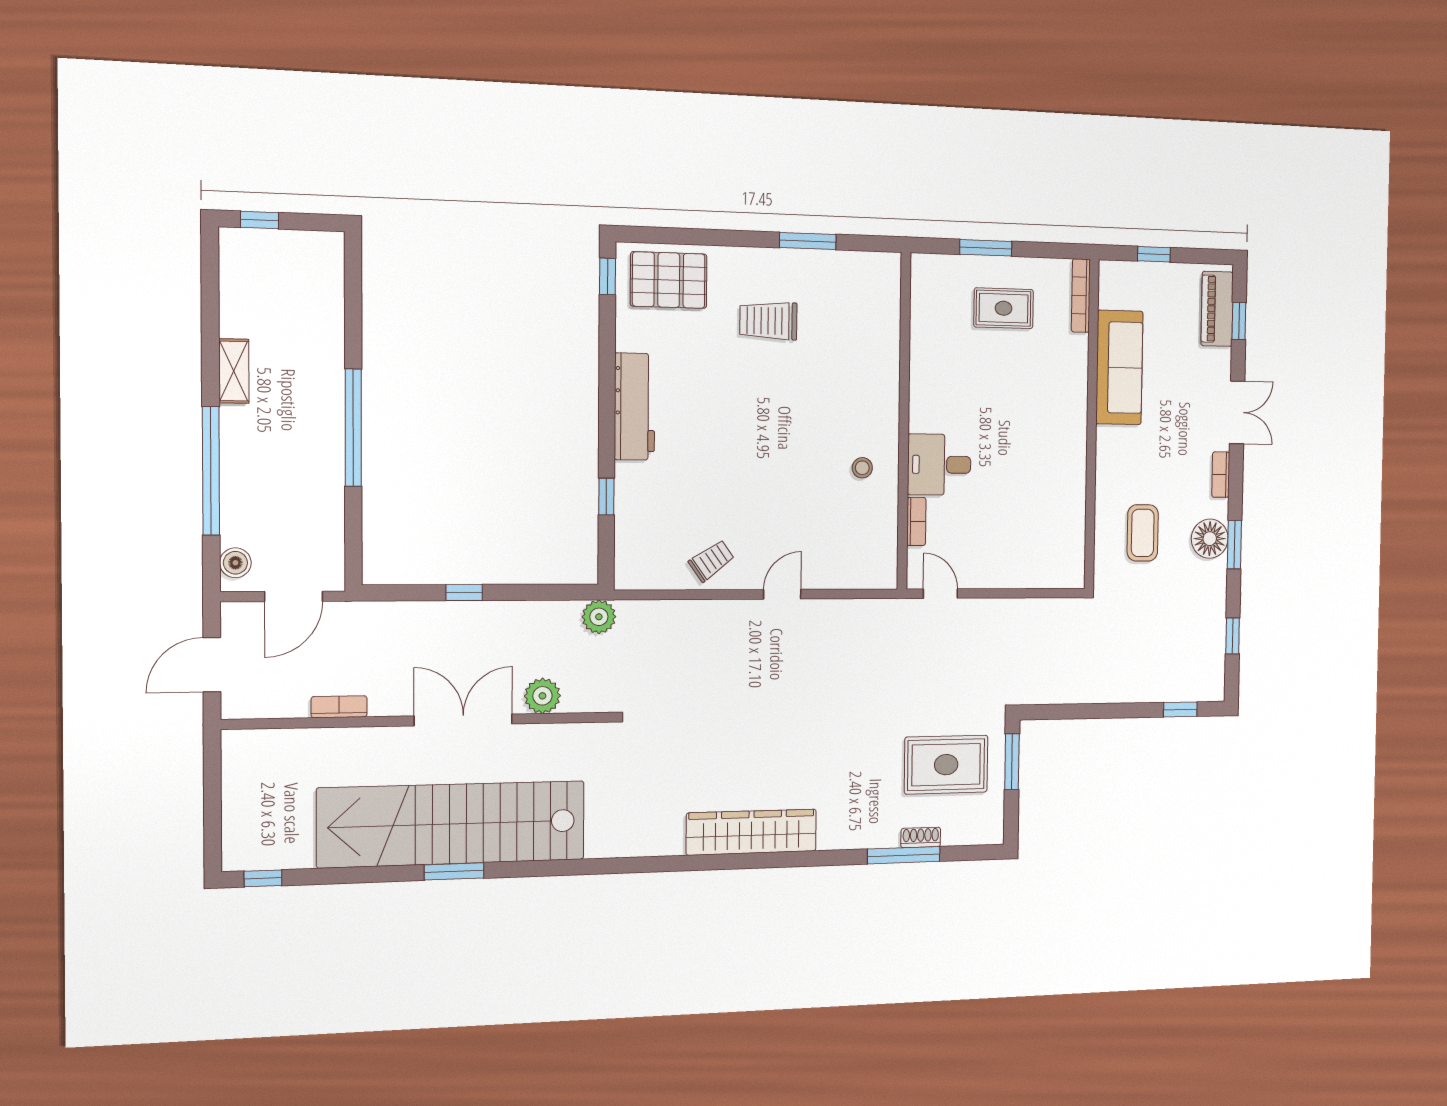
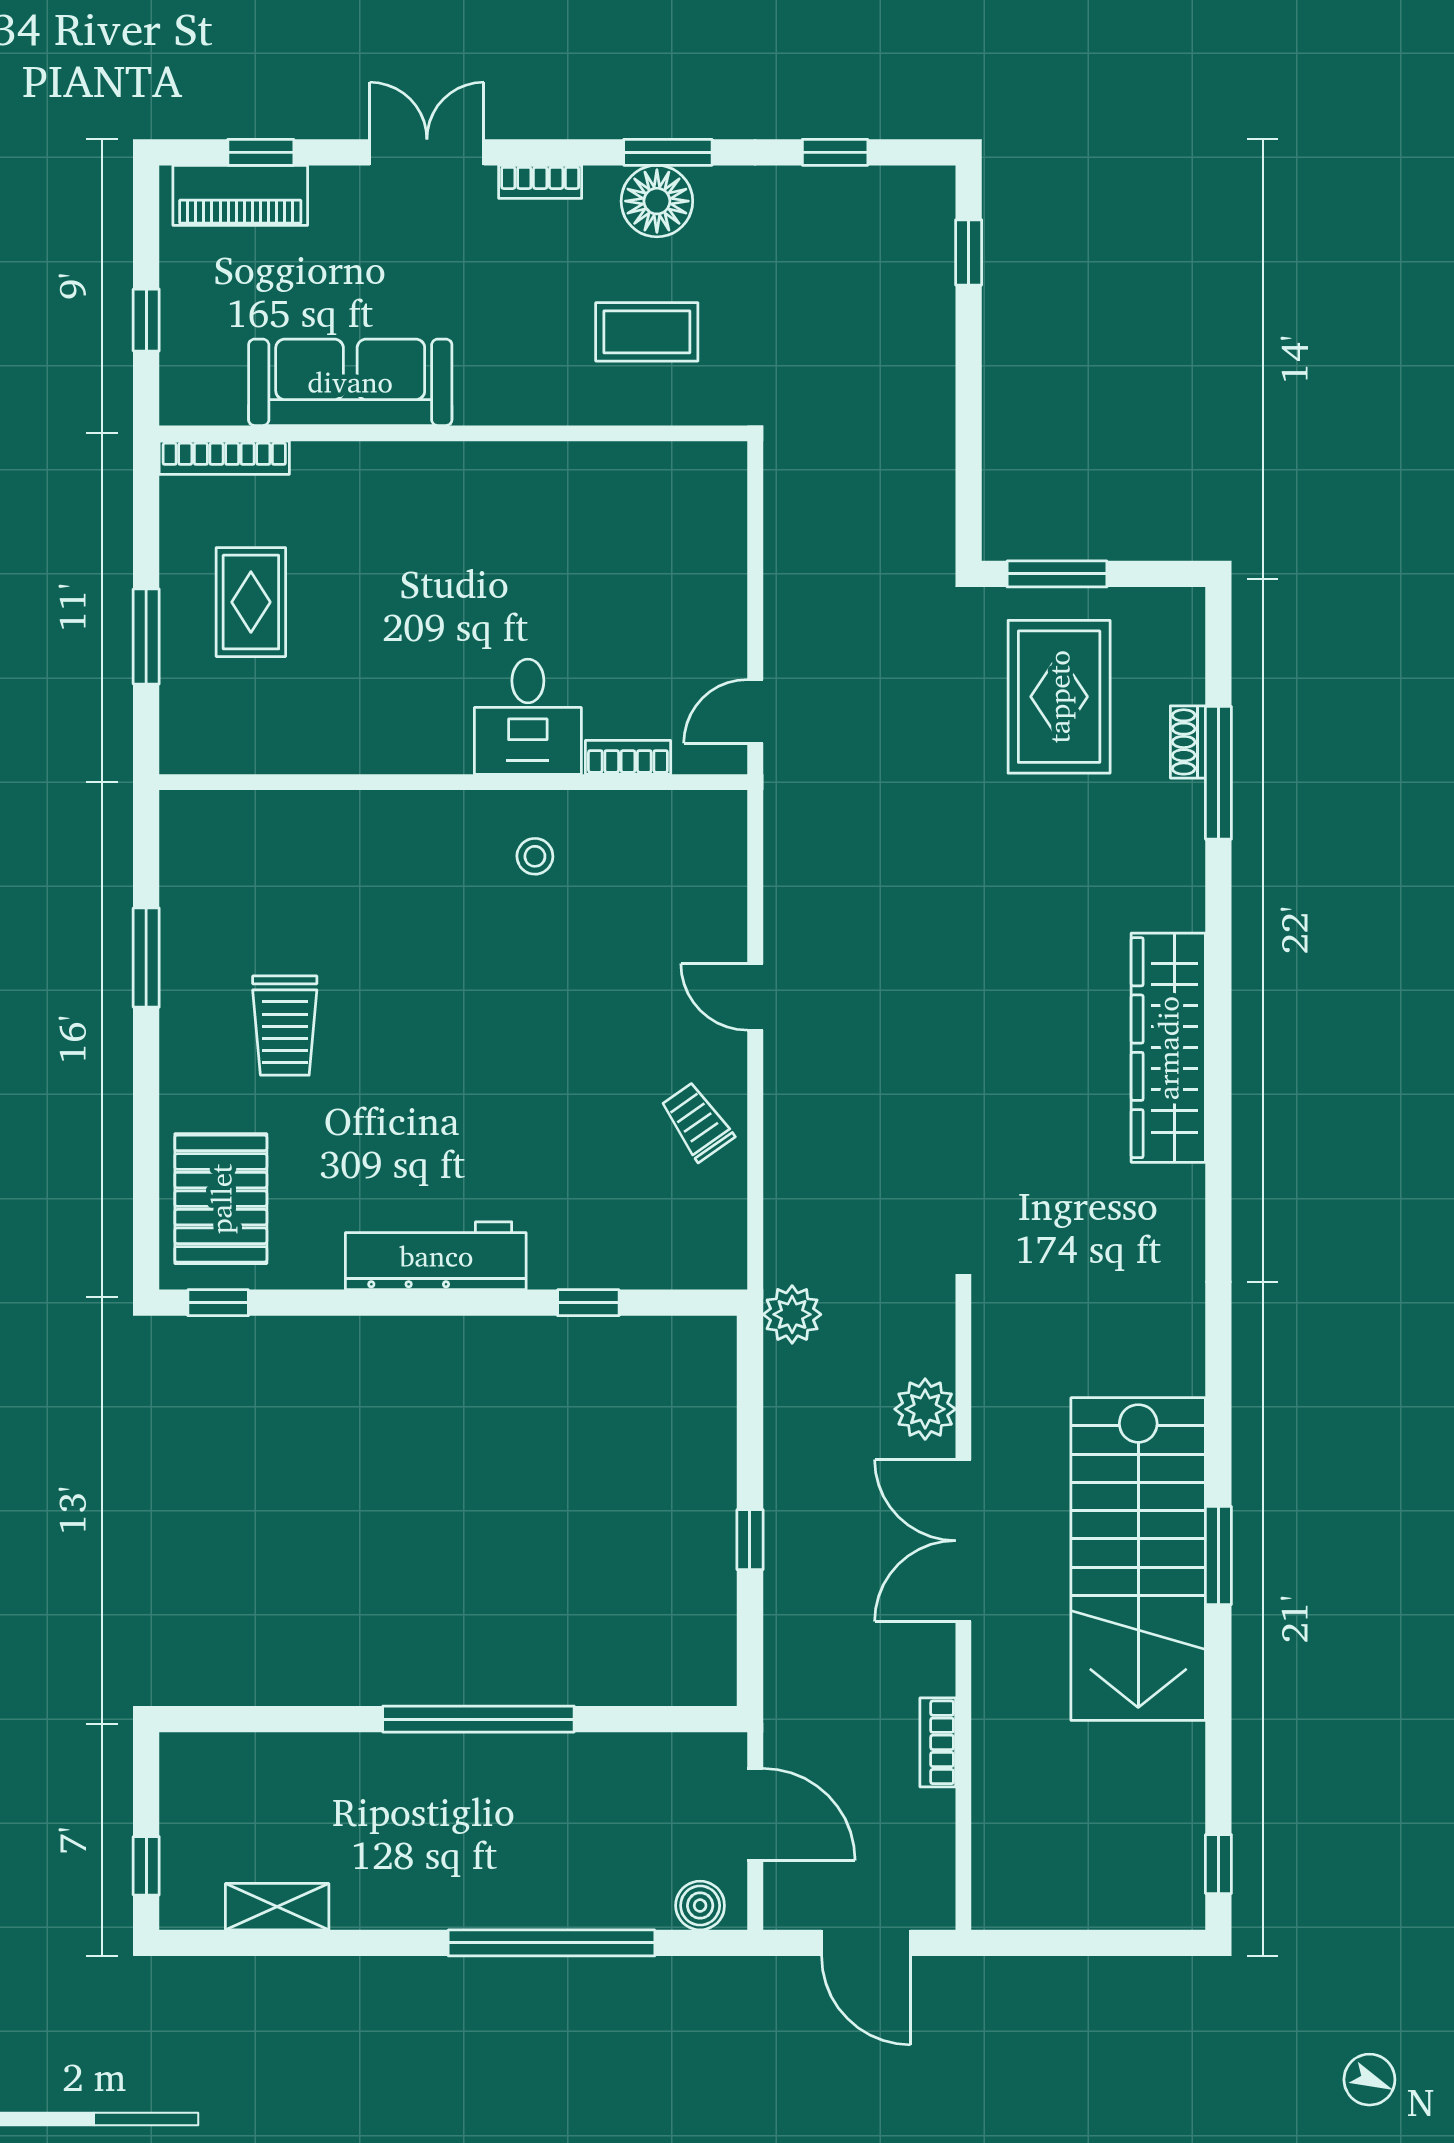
shelving: (234, 371) -> (277, 1907), moved
stairs: (452, 824) -> (1138, 1559), width x0.73

